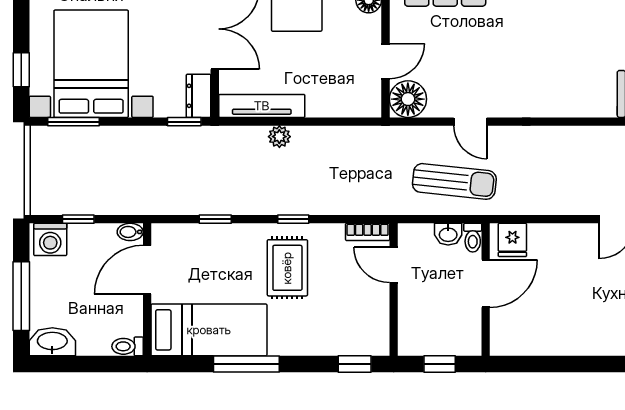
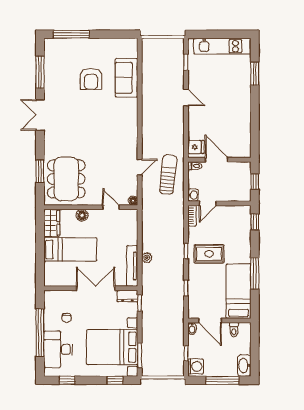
floor lamp: (408, 99) -> (133, 201), width x0.53, depth x0.53
washbasin: (448, 234) -> (193, 195), moved
toilet: (127, 346) -> (234, 330), moved

